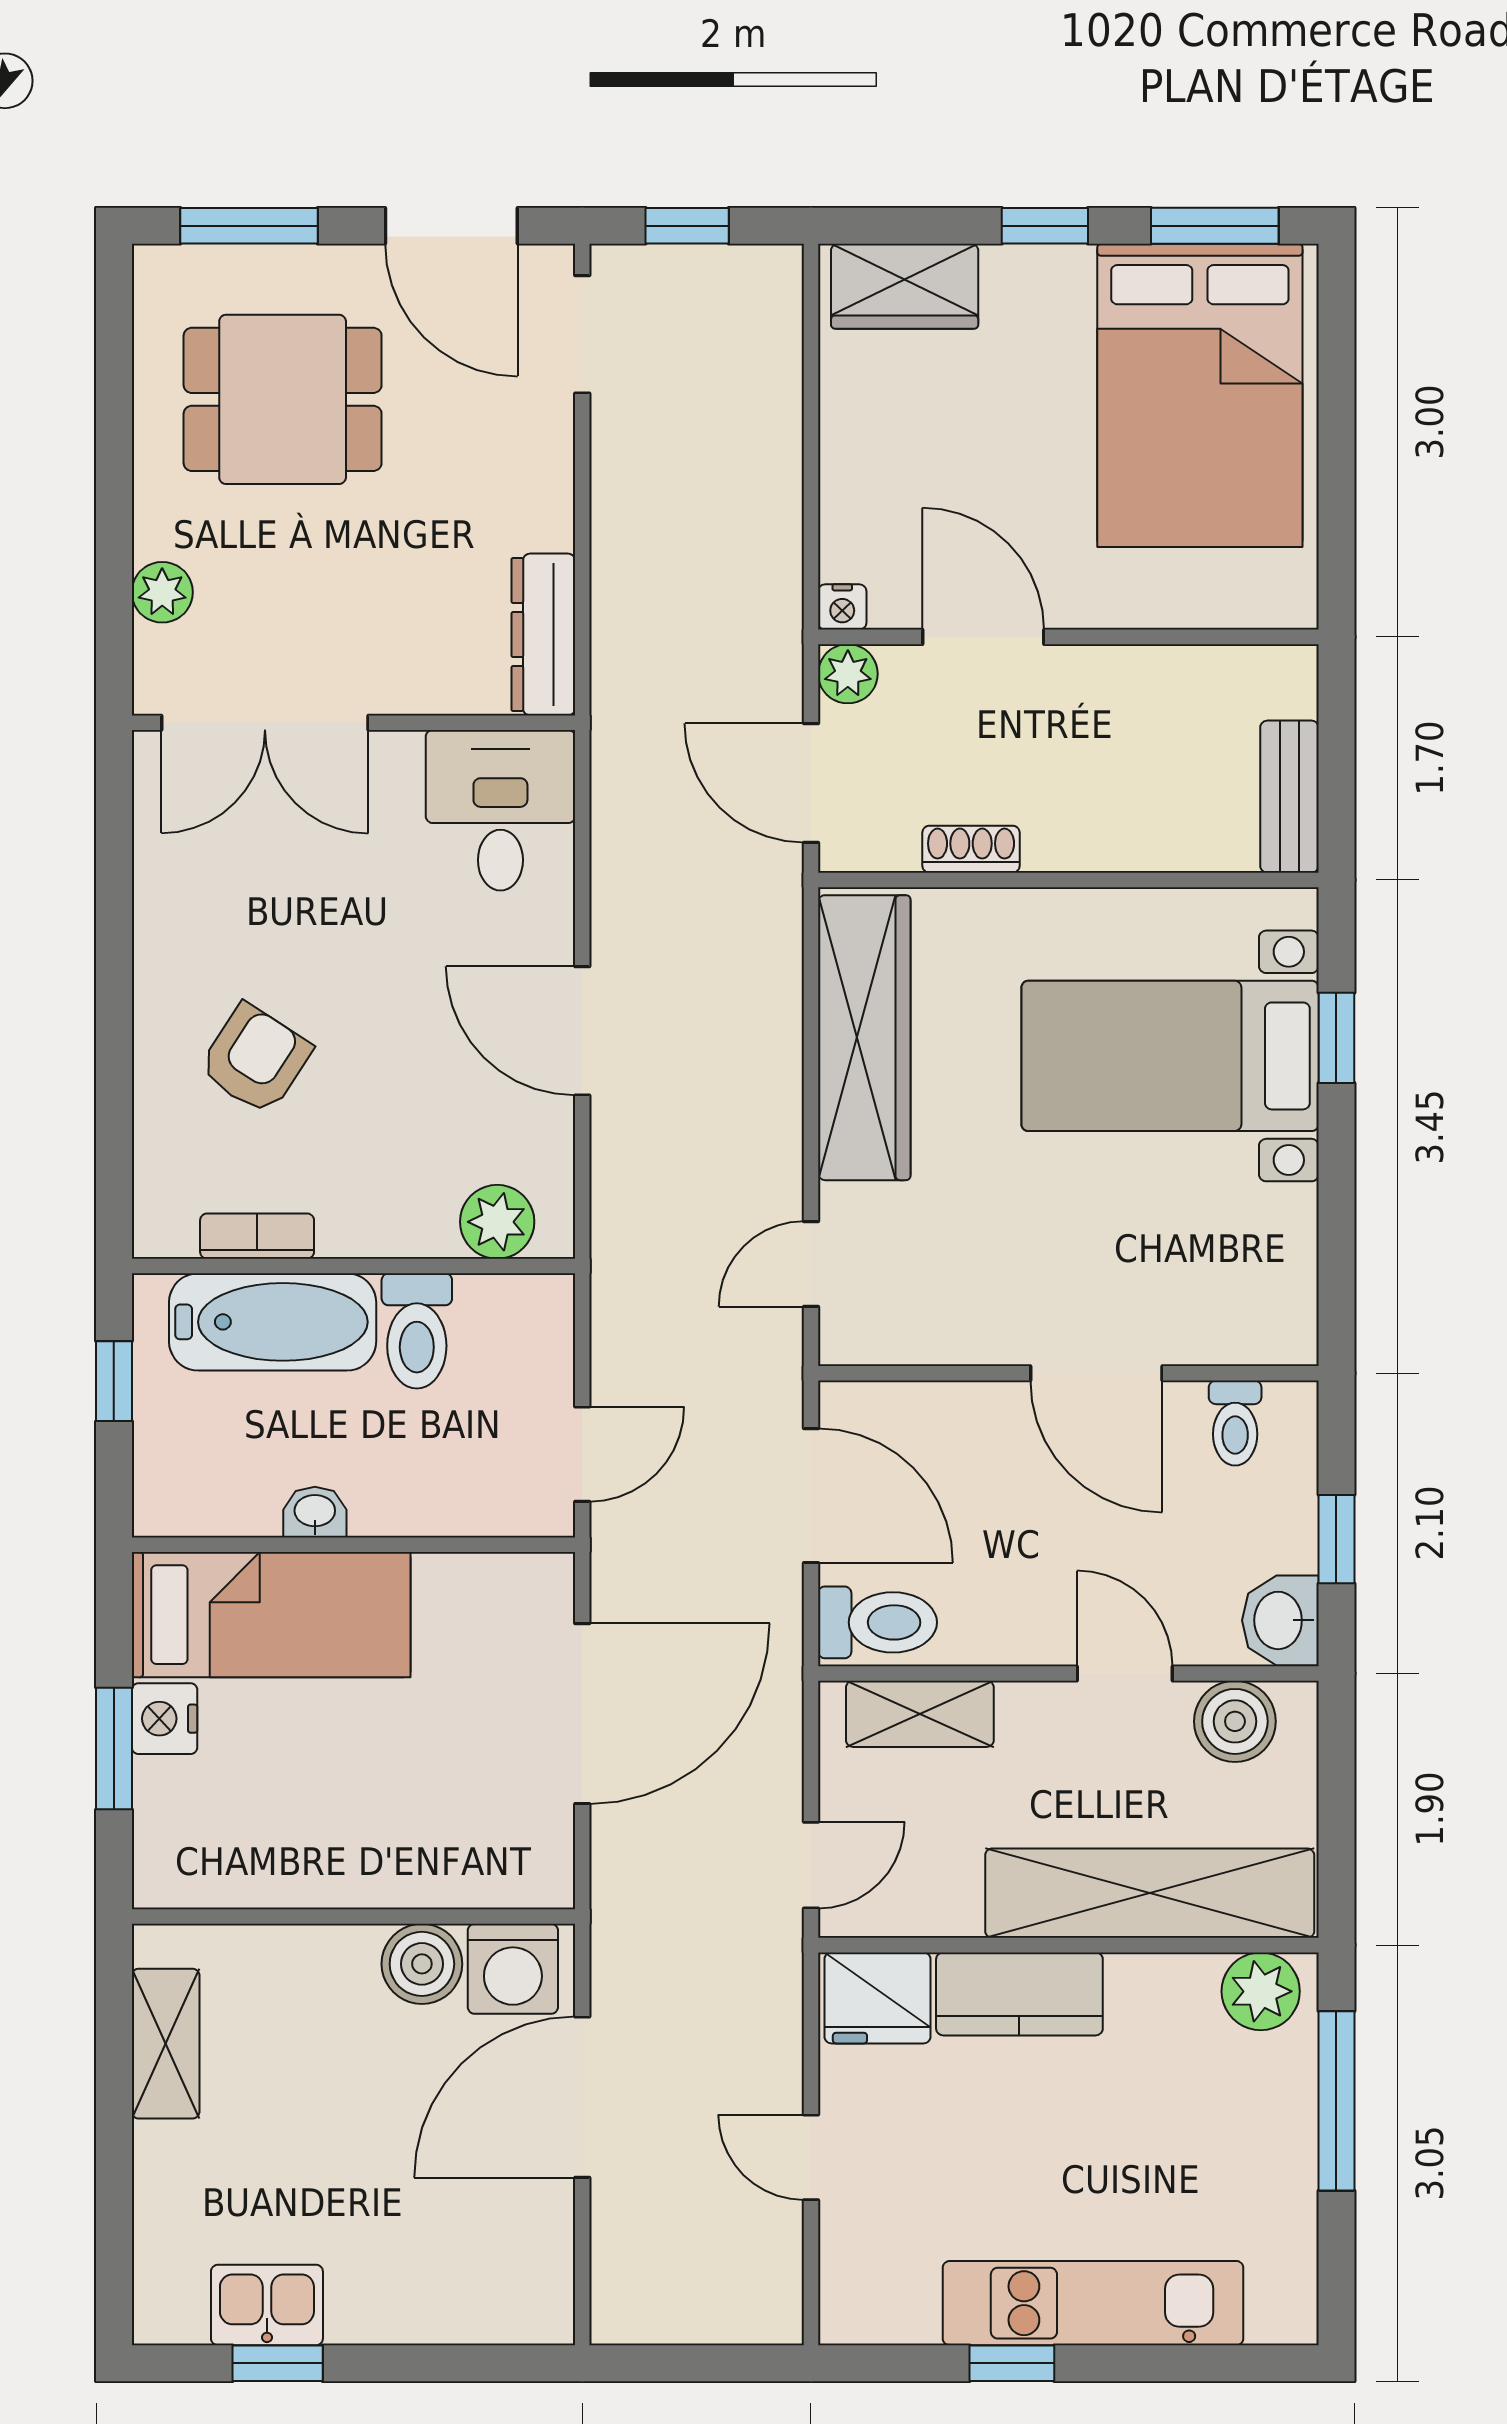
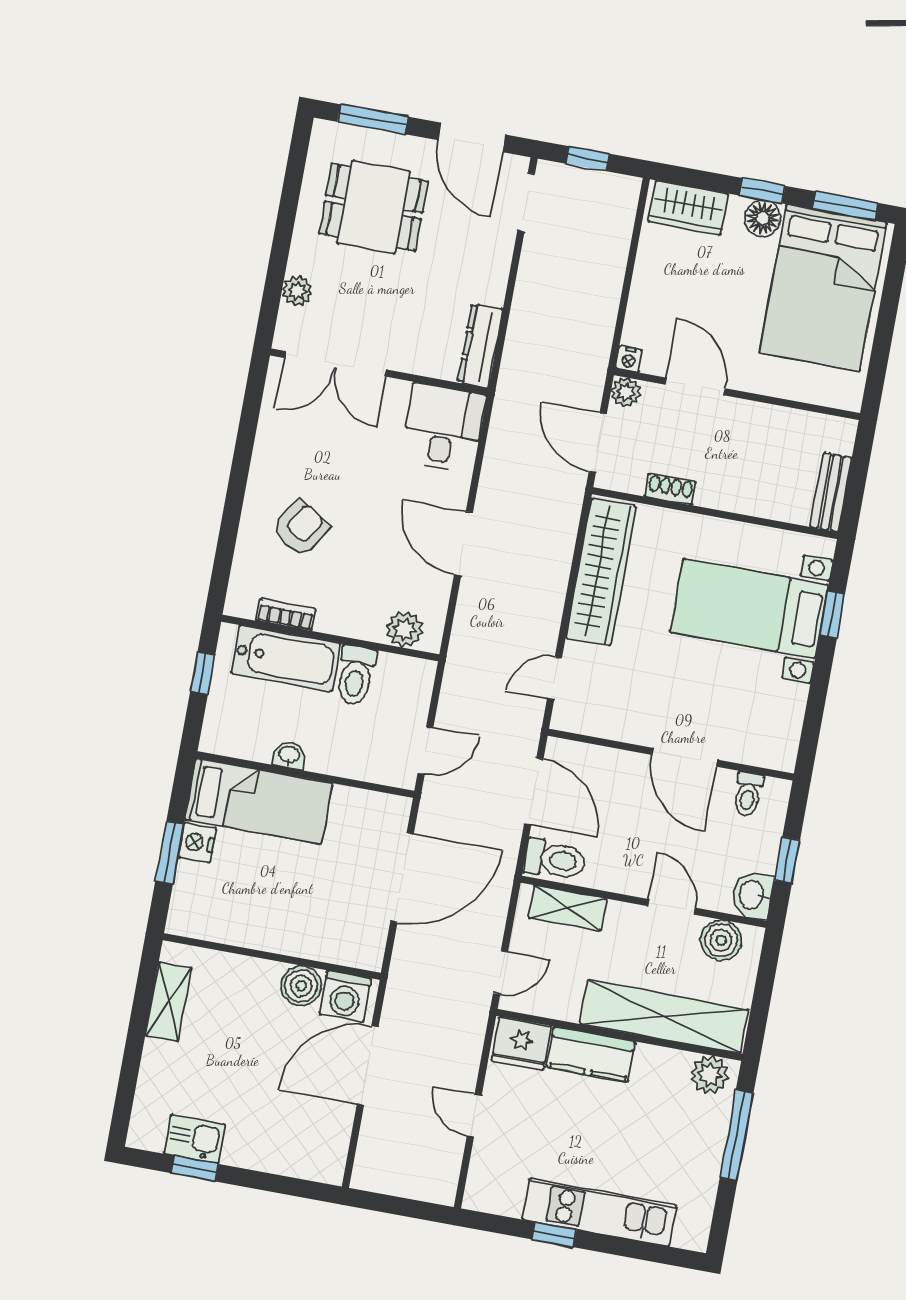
floor lamp: (1056, 280) -> (763, 218), added

